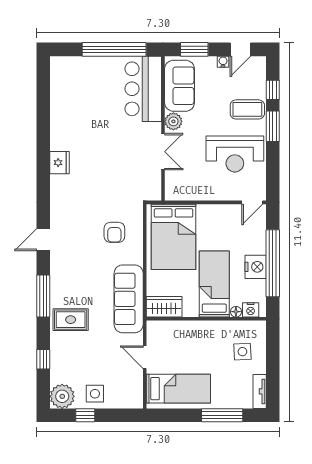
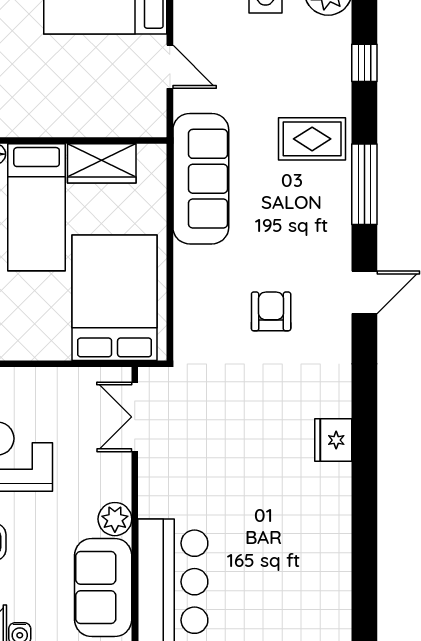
double door: (163, 152) -> (135, 417), moved
armchair: (114, 232) -> (271, 311), moved
wardrobe: (164, 307) -> (102, 163), moved

